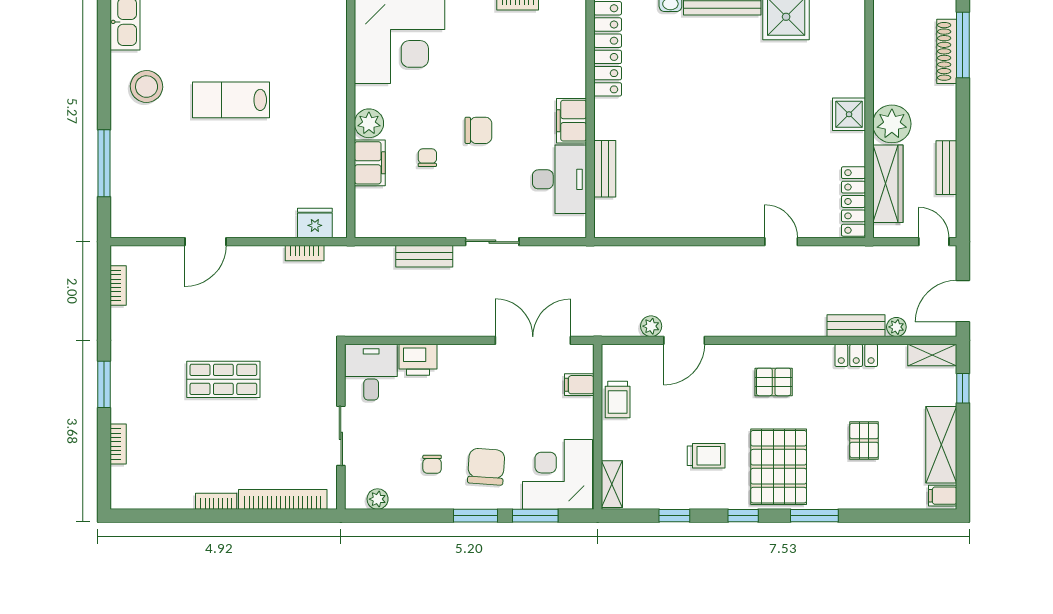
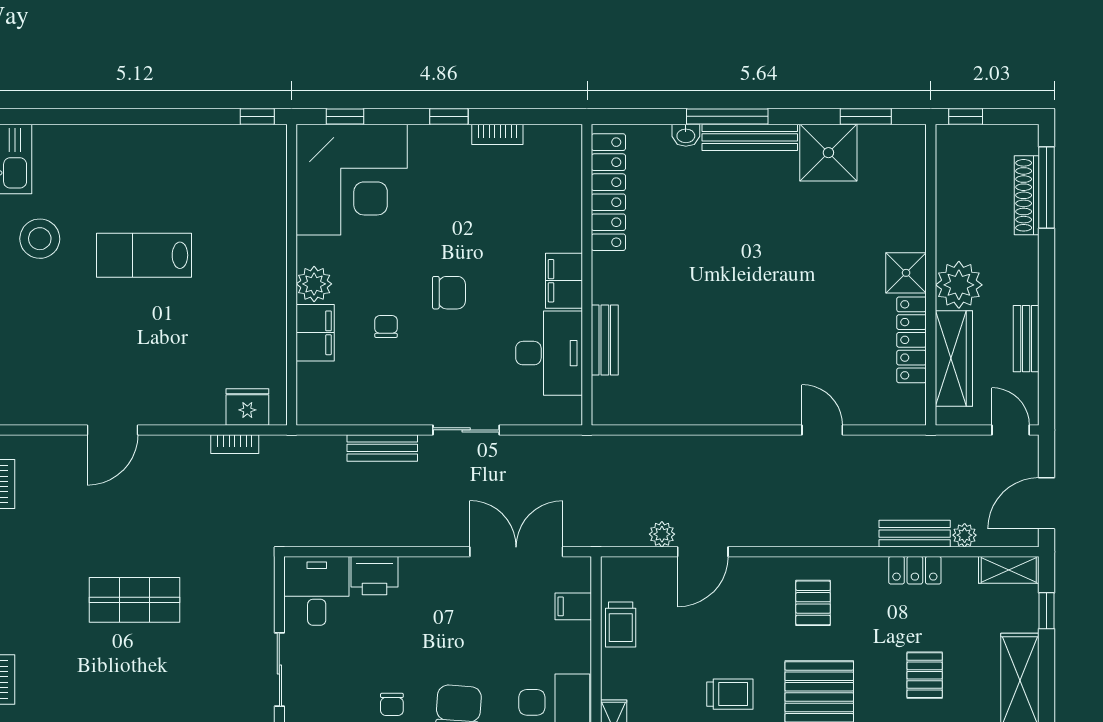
locker: (853, 201) -> (912, 340), moved
pallet: (774, 382) -> (813, 603), turned 90

